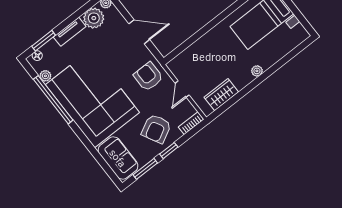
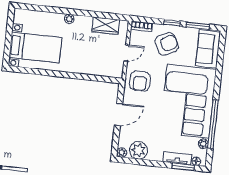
tv unit: (70, 32) -> (177, 158), moved
door: (139, 32) -> (119, 114), swing flipped

